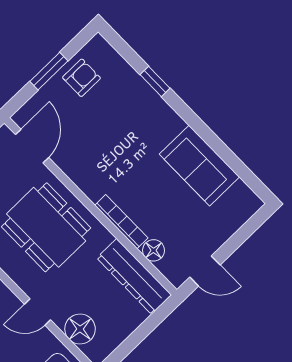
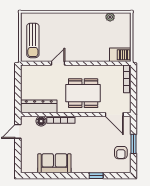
floor lamp: (80, 329) -> (39, 72), removed

